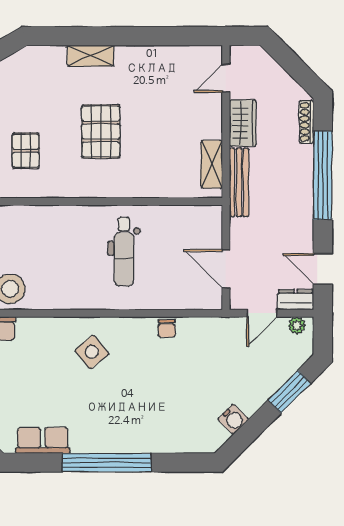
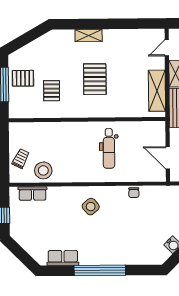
shelving: (212, 164) -> (157, 91), width x1.50, depth x1.33

